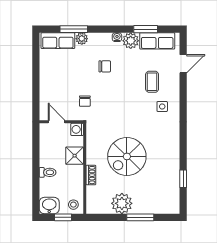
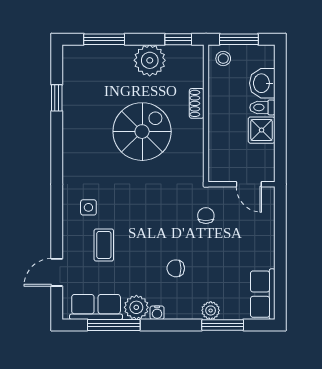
window: (146, 29) -> (114, 325), width x1.44
row of seats: (58, 41) -> (263, 294), moved, turned -90
washing machine: (77, 129) -> (218, 173), removed
shower: (75, 156) -> (262, 130), moved
washbasin: (49, 206) -> (262, 83), moved, turned 90
window: (63, 217) -> (239, 39), width x1.50
window: (103, 217) -> (178, 39), added
window: (140, 217) -> (104, 39), moved

